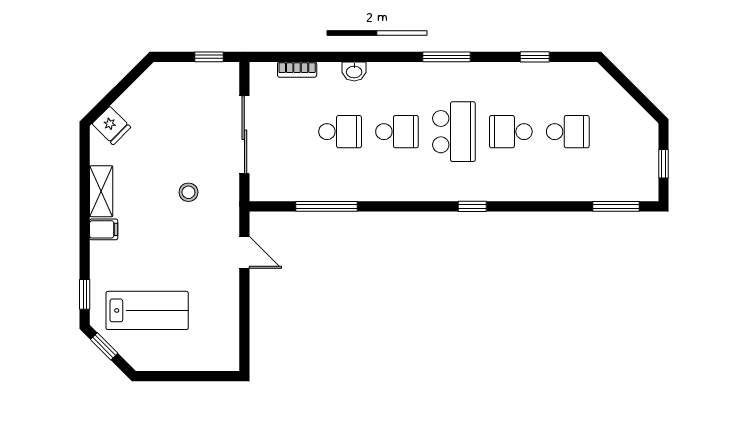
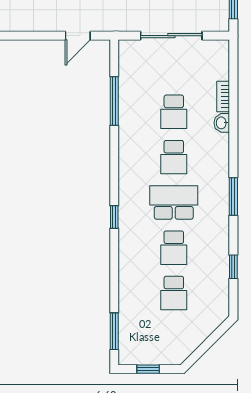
bookcase: (297, 70) -> (223, 96), moved
school desk: (454, 132) -> (174, 202), turned 180
school desk: (511, 132) -> (174, 248), turned 180

